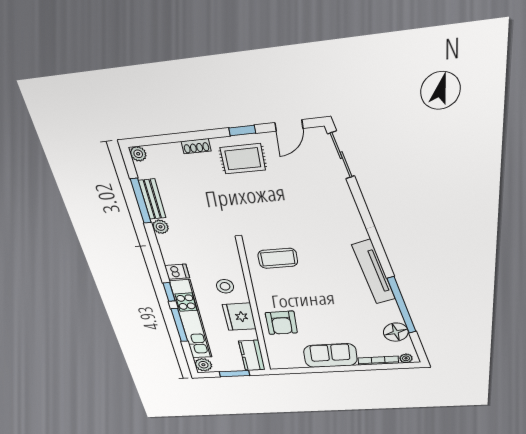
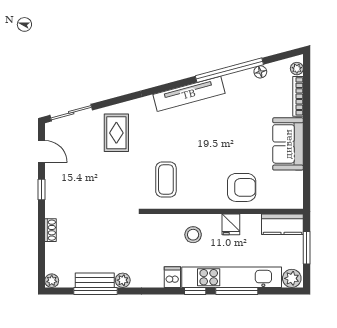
rug: (243, 159) -> (116, 133), moved
fridge: (239, 317) -> (231, 224), width x0.53, depth x0.75
floor lamp: (396, 332) -> (260, 72), width x0.53, depth x0.53

